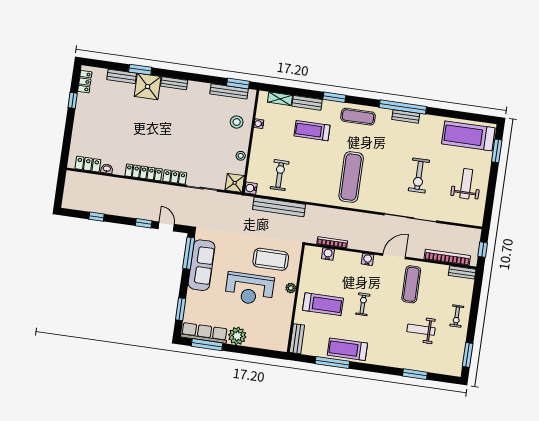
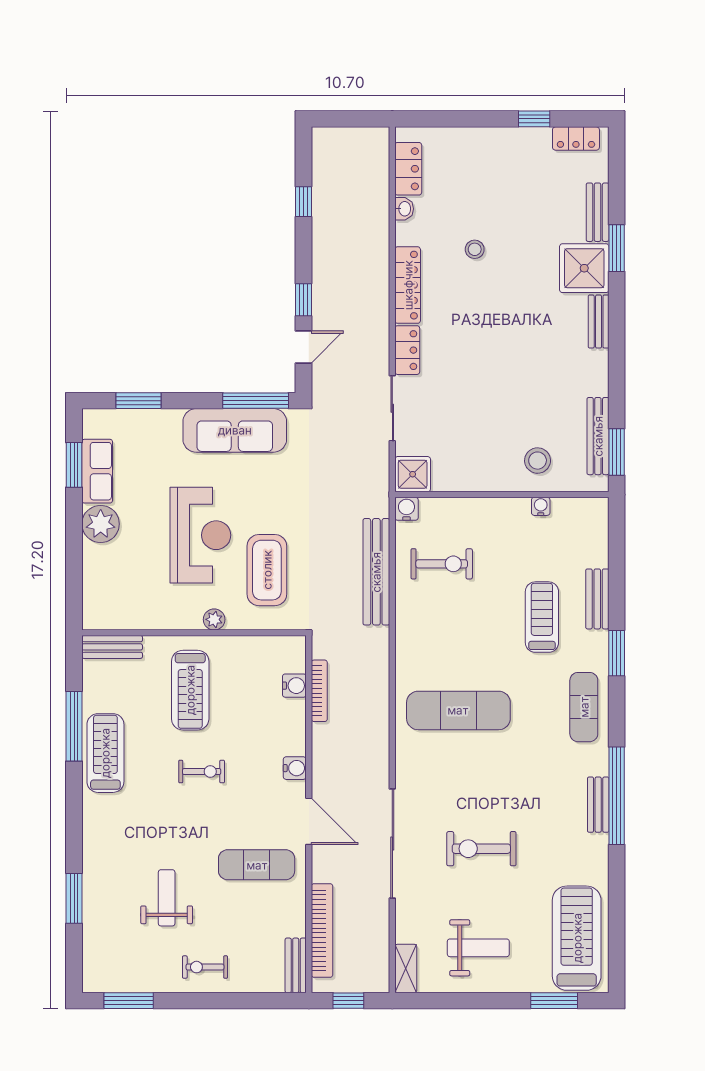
shelving: (280, 99) -> (406, 968), moved
stool: (241, 156) -> (475, 249), moved
reception desk: (249, 289) -> (200, 535), turned 180
row of seats: (204, 333) -> (97, 471), width x0.68
window: (207, 345) -> (74, 465), width x0.69

